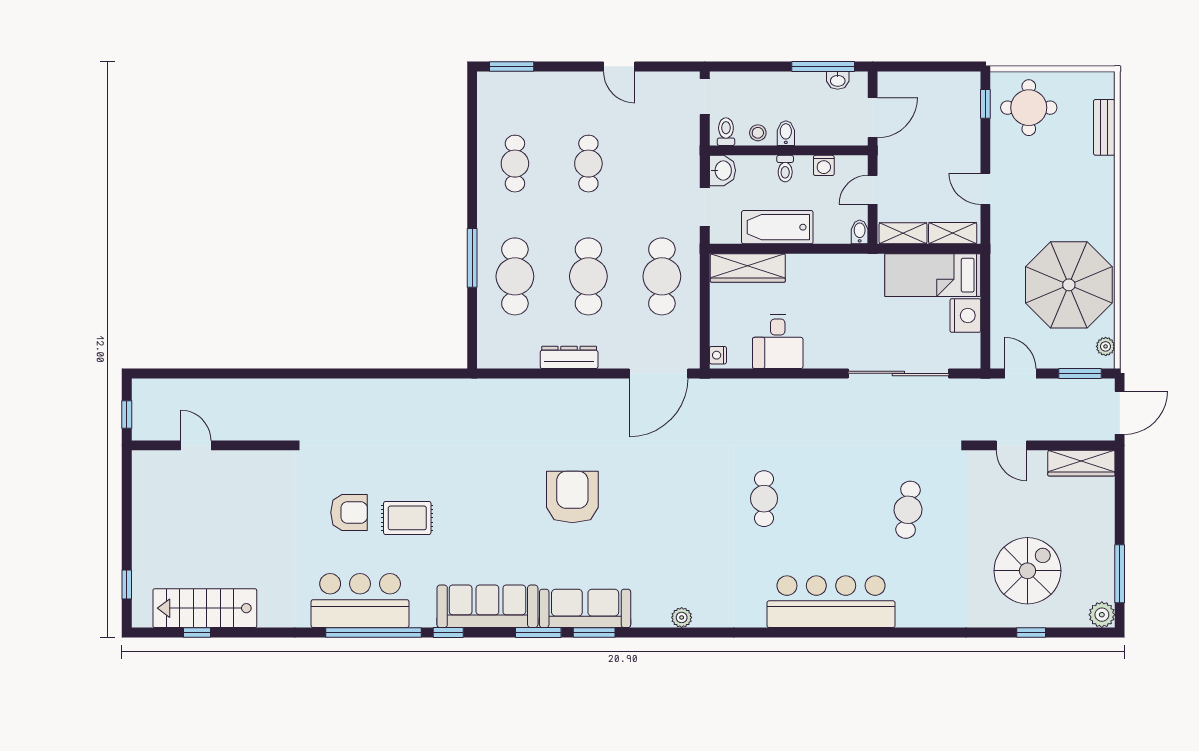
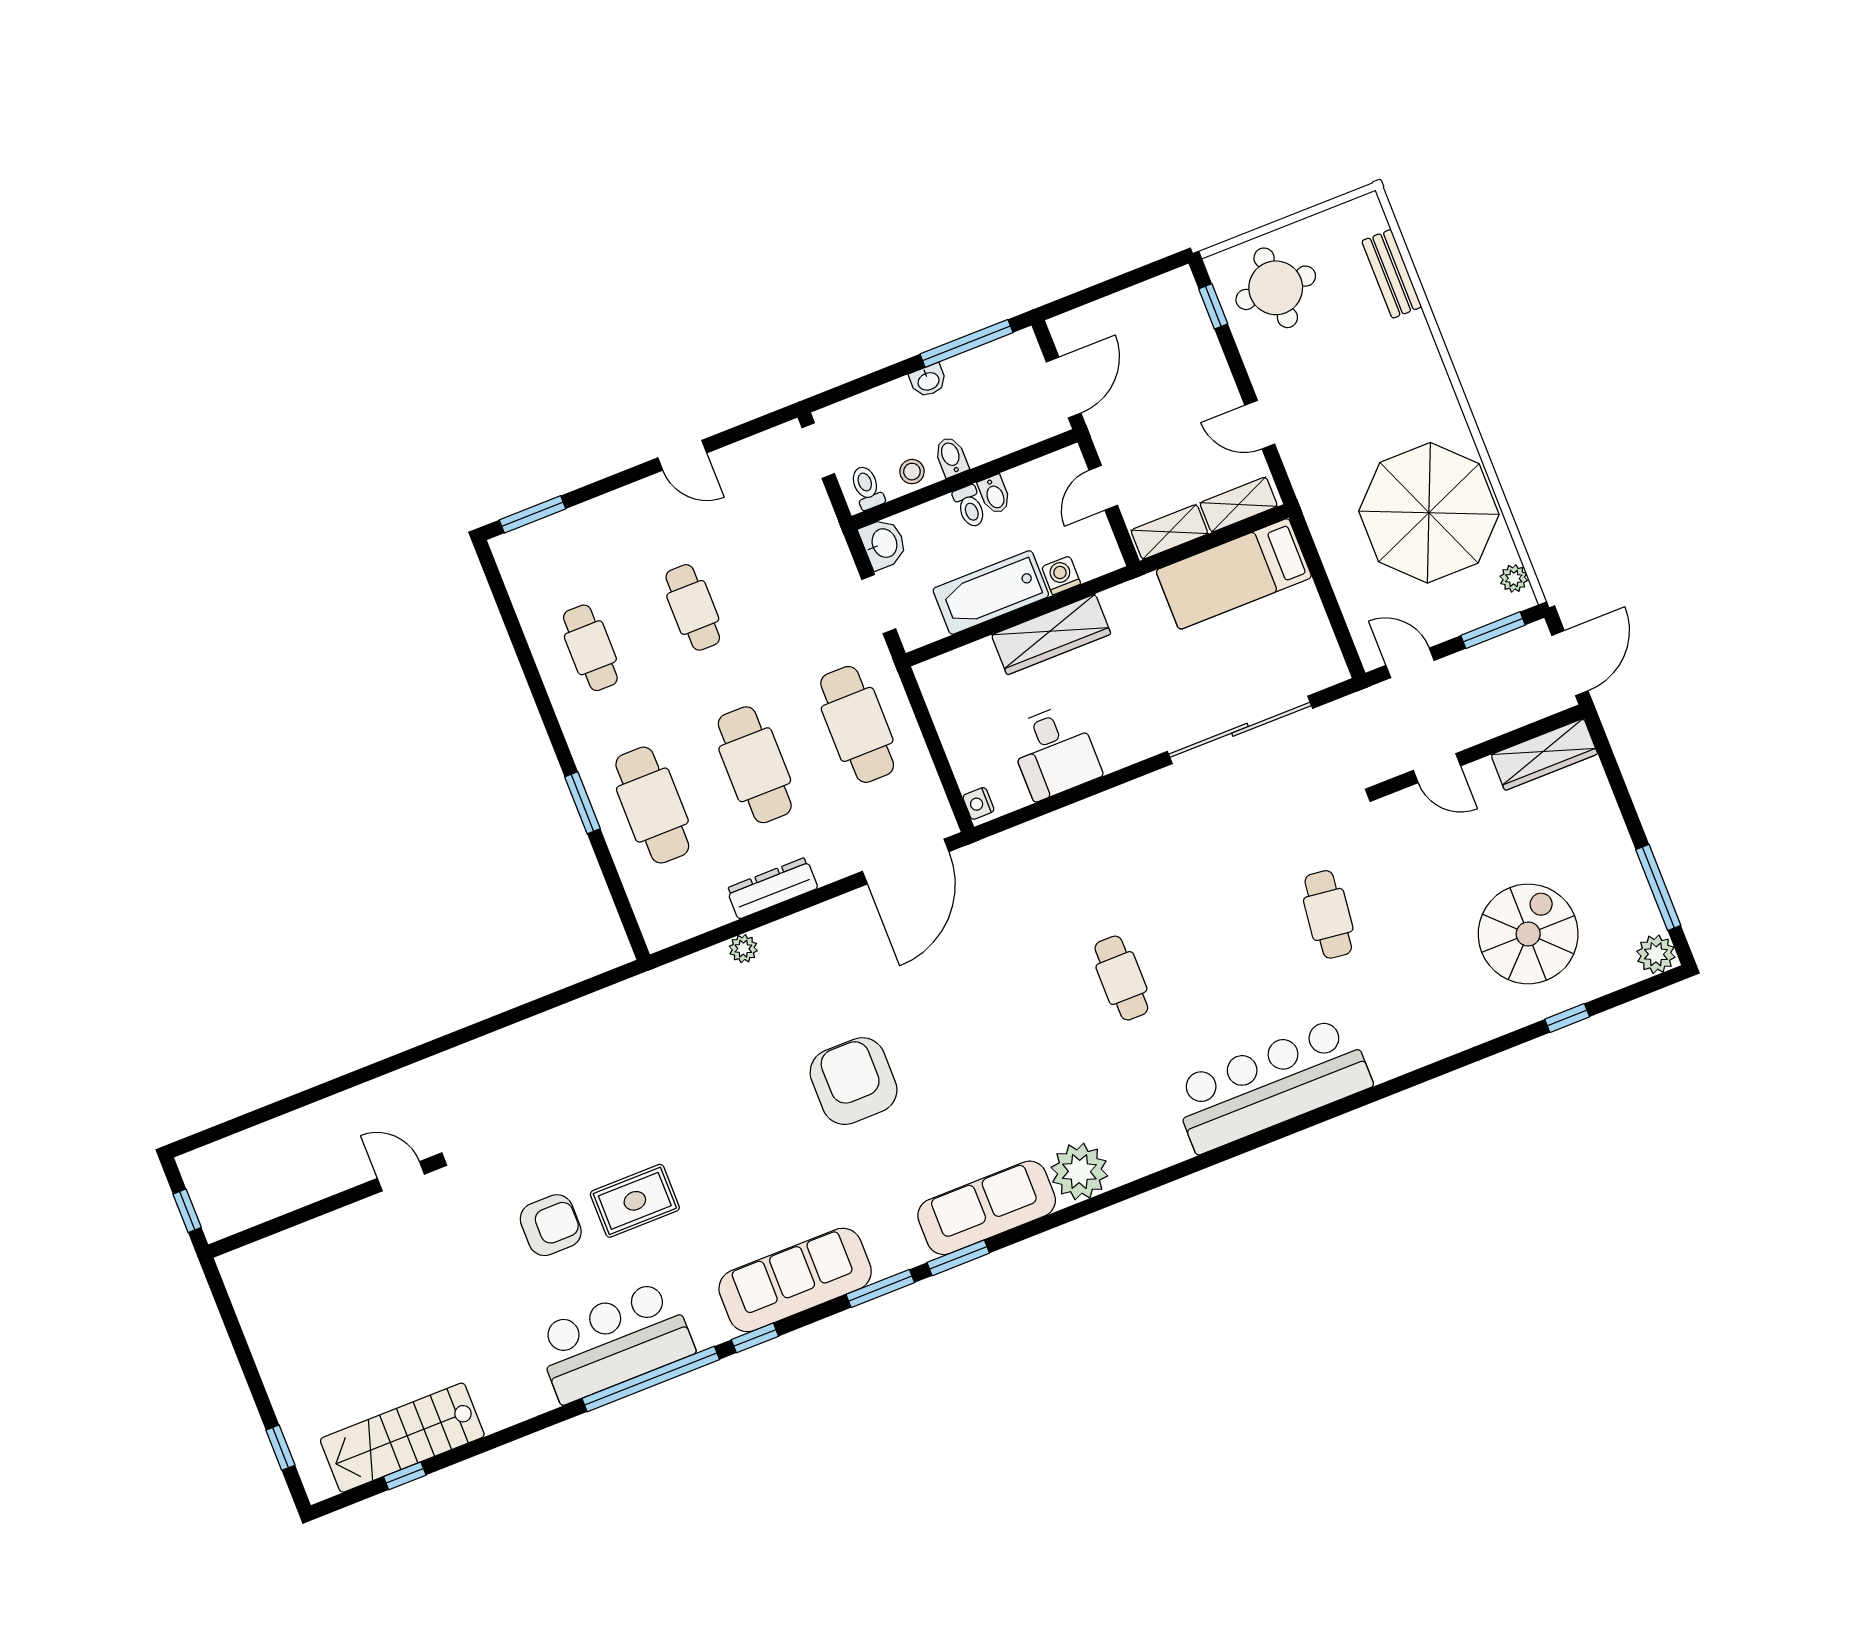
washbasin: (838, 80) -> (928, 381), moved
washing machine: (824, 165) -> (1061, 575), moved, turned 180
bidet: (860, 232) -> (995, 495), moved, turned 180
window: (472, 258) -> (582, 803), width x0.69
wardrobe: (748, 268) -> (1051, 634), moved
nightstand: (965, 316) -> (1301, 612), removed
plant: (536, 388) -> (743, 949), added
door: (196, 445) -> (401, 1176), moved
sofa: (585, 608) -> (987, 1208), moved
plant: (682, 617) -> (1079, 1172), width x1.87, depth x1.87

